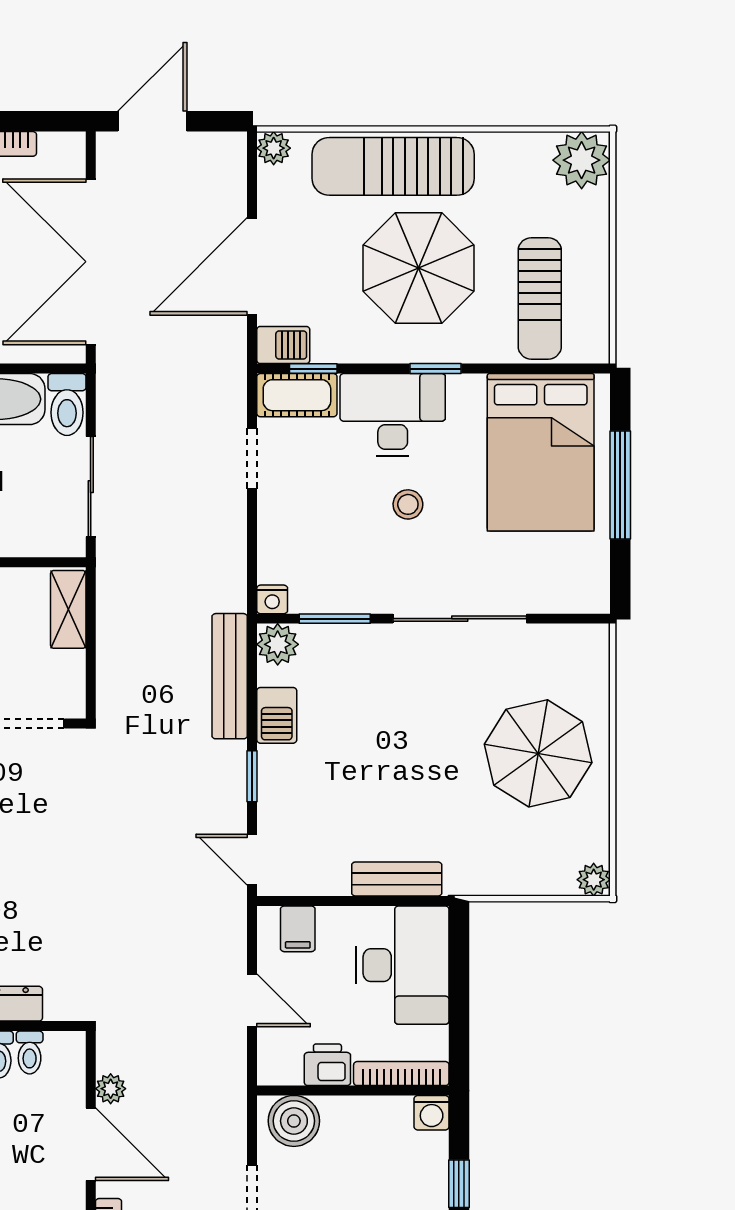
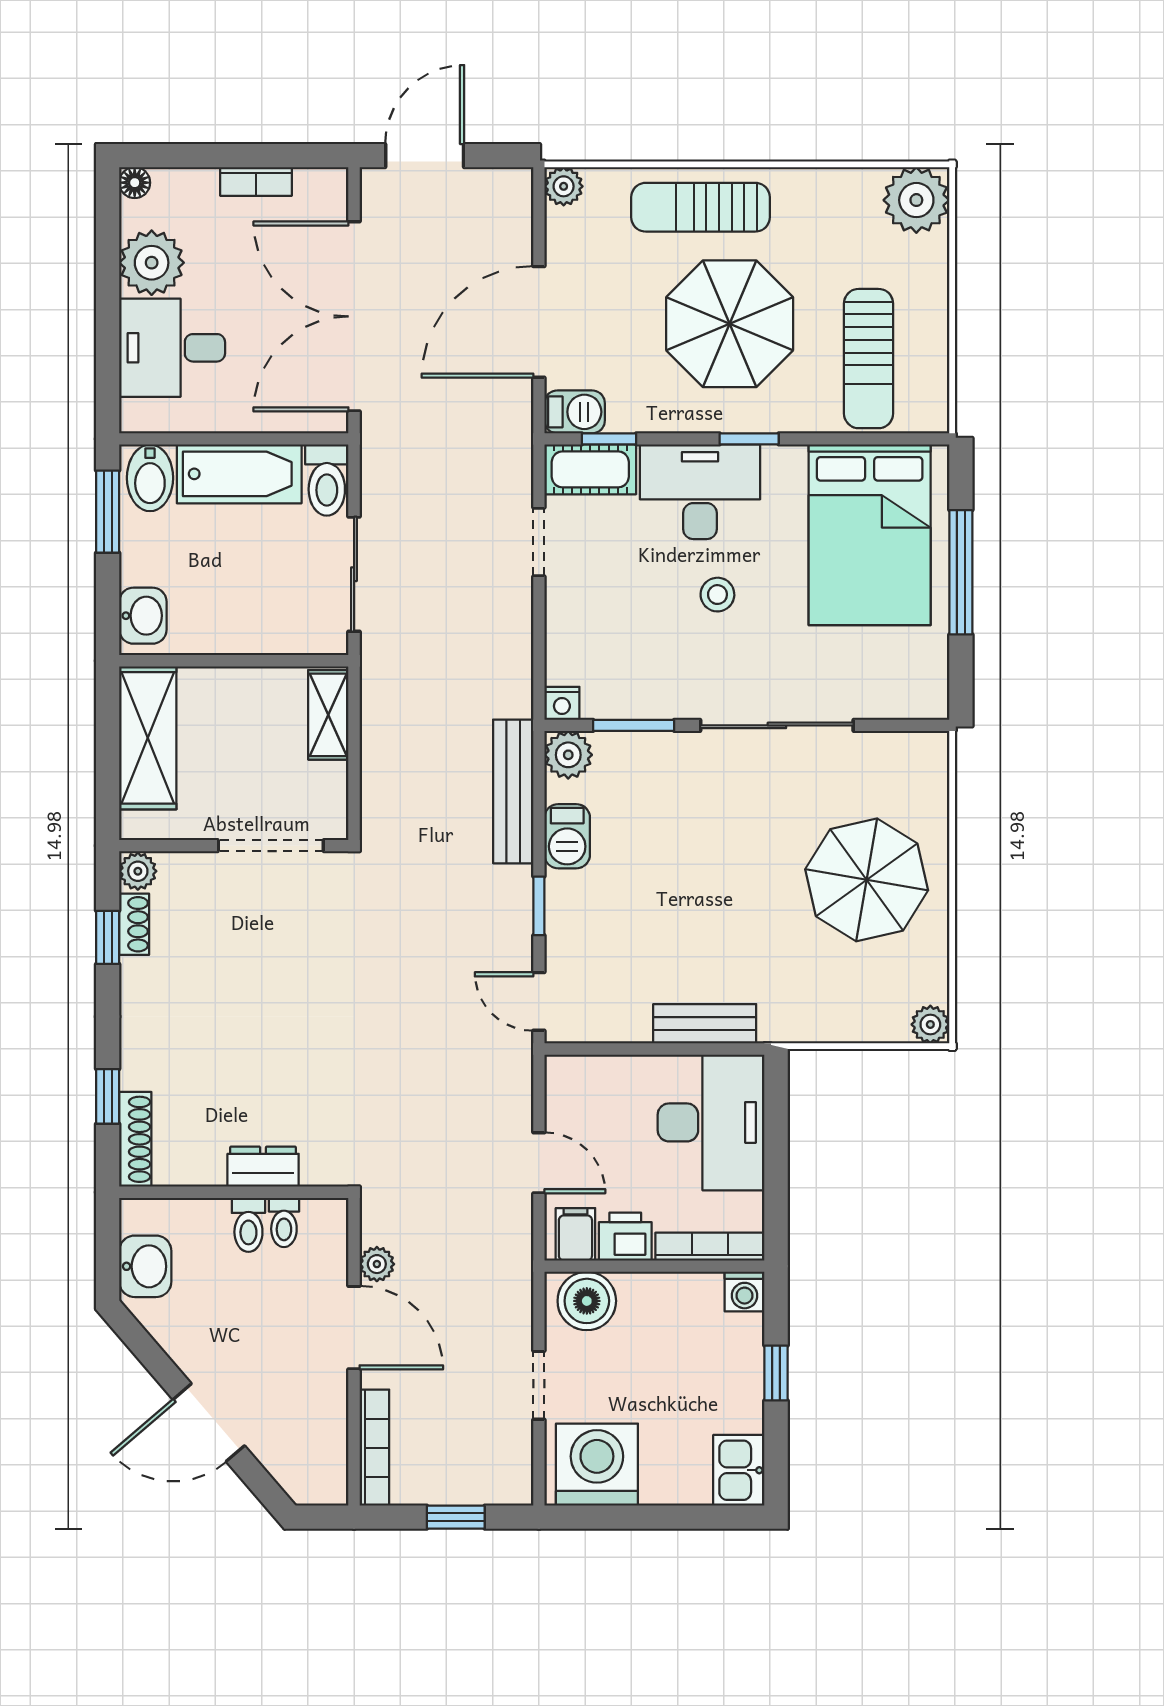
sun lounger: (393, 166) -> (700, 207), width x0.73, depth x0.75
filing cabinet: (298, 929) -> (575, 1234), moved, turned 180

